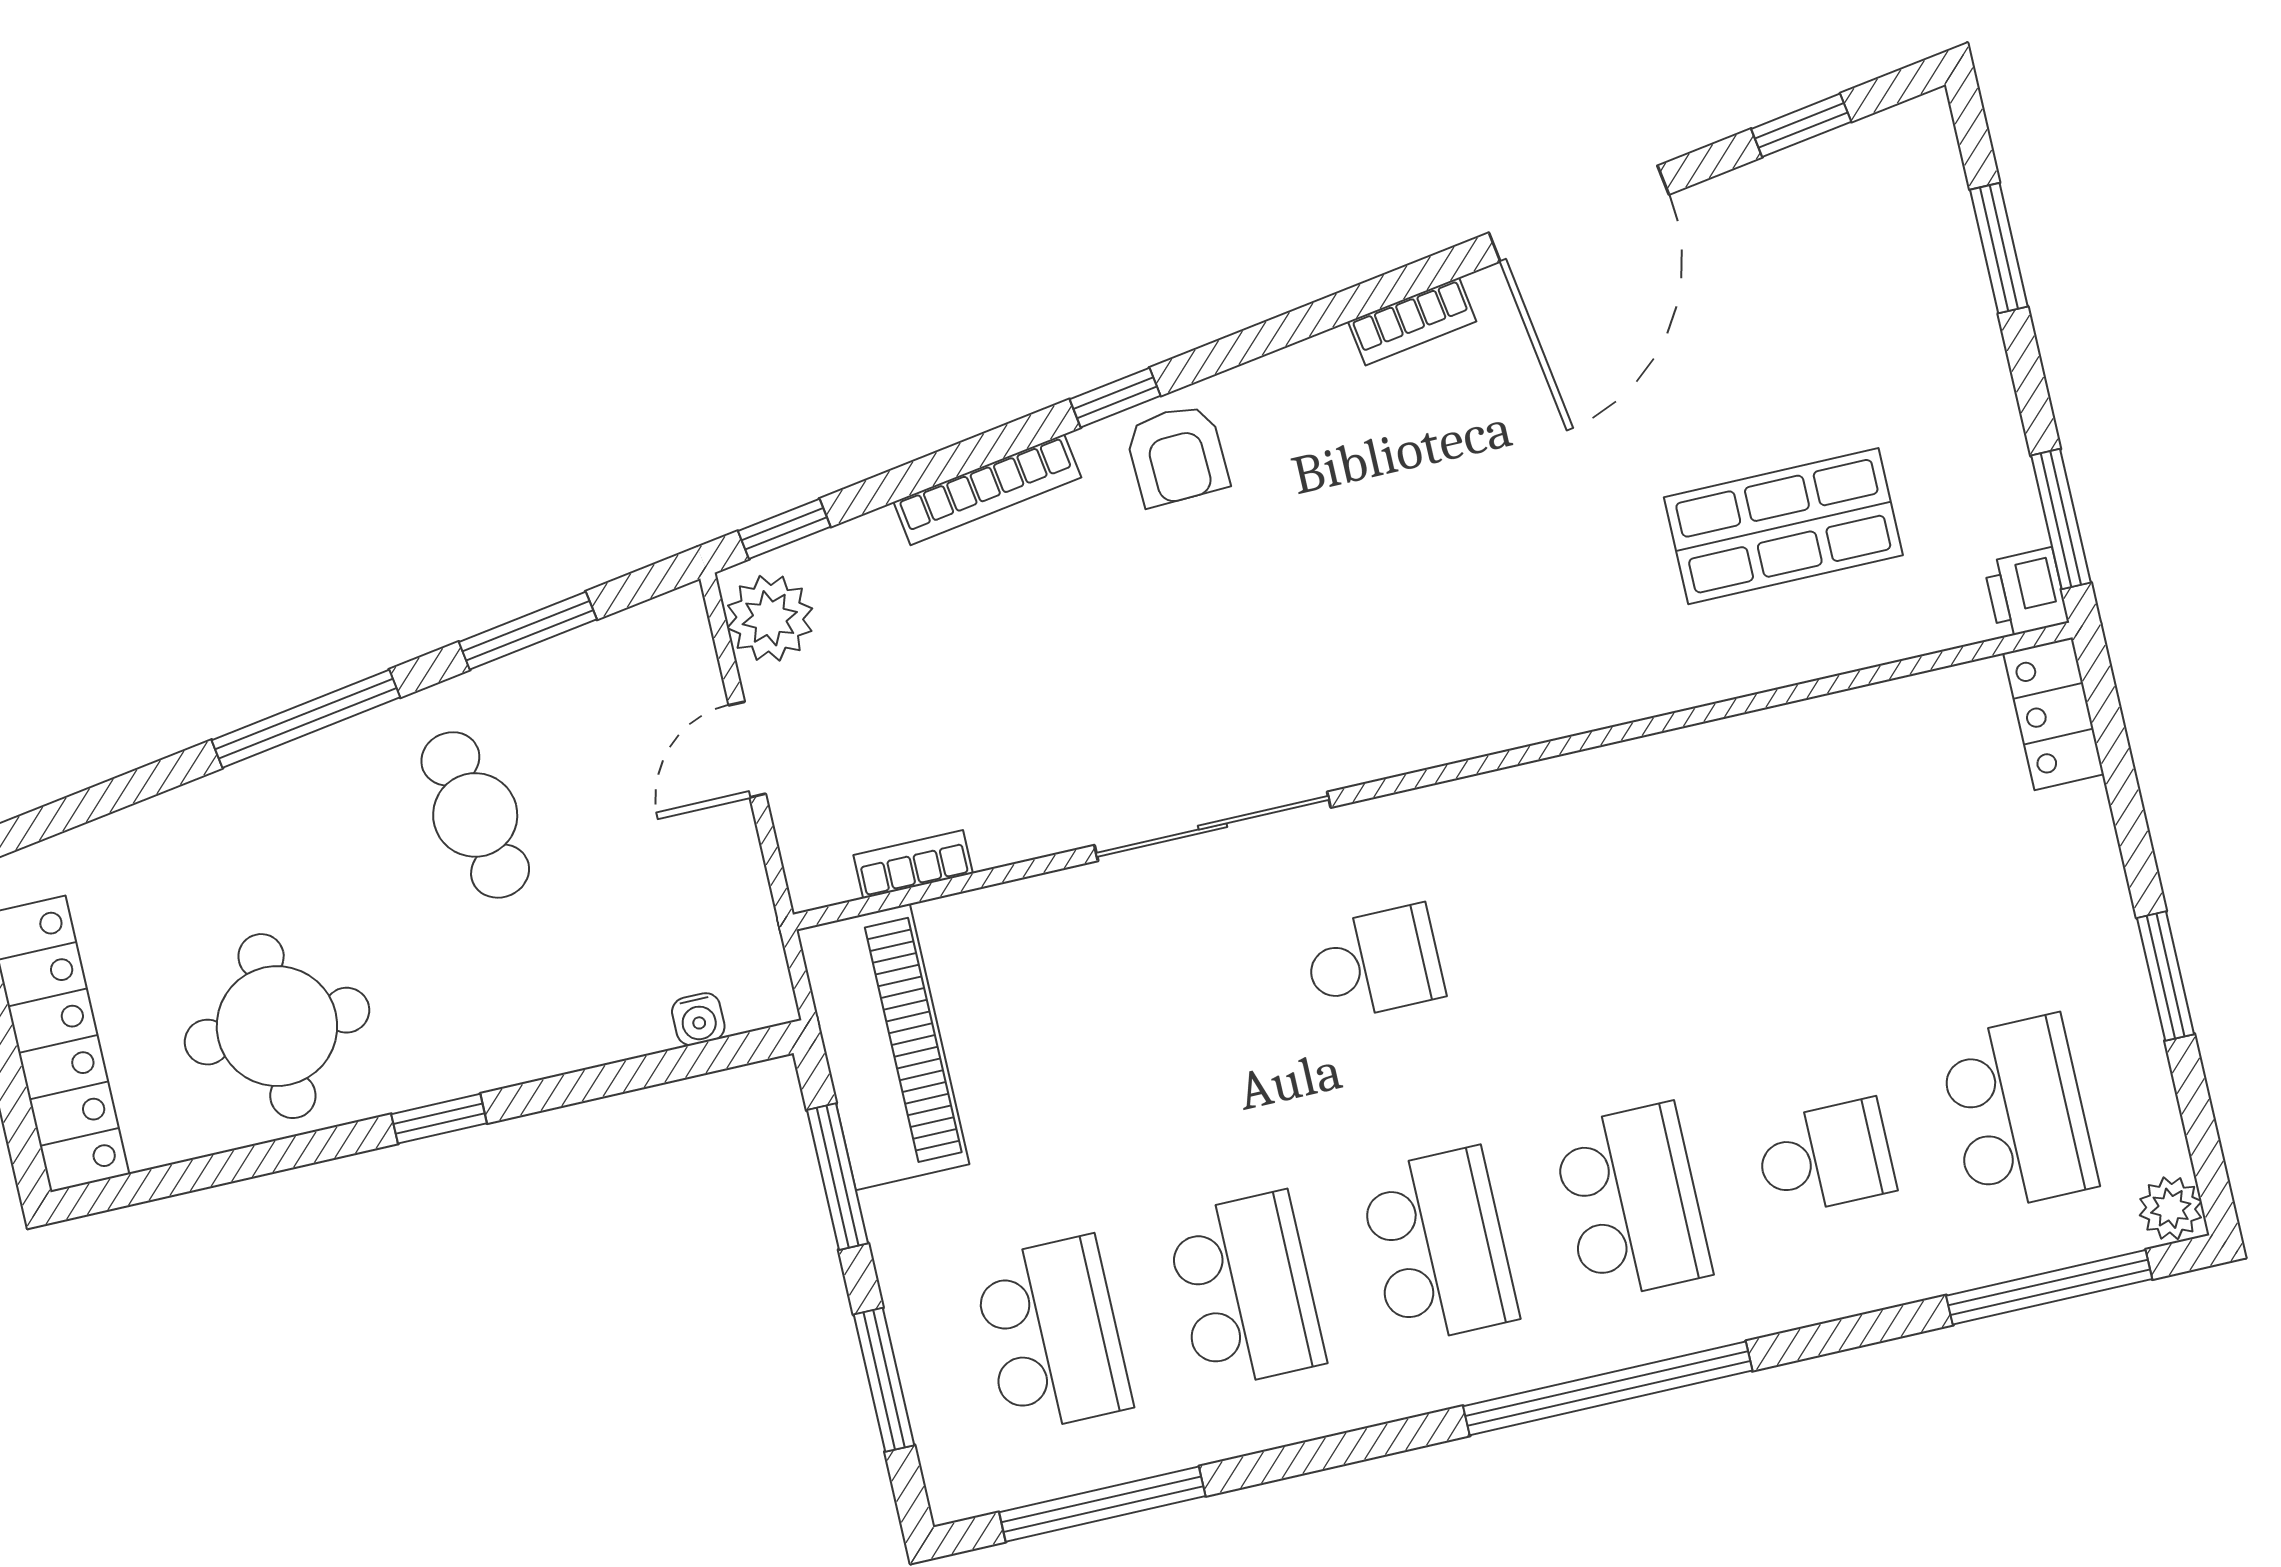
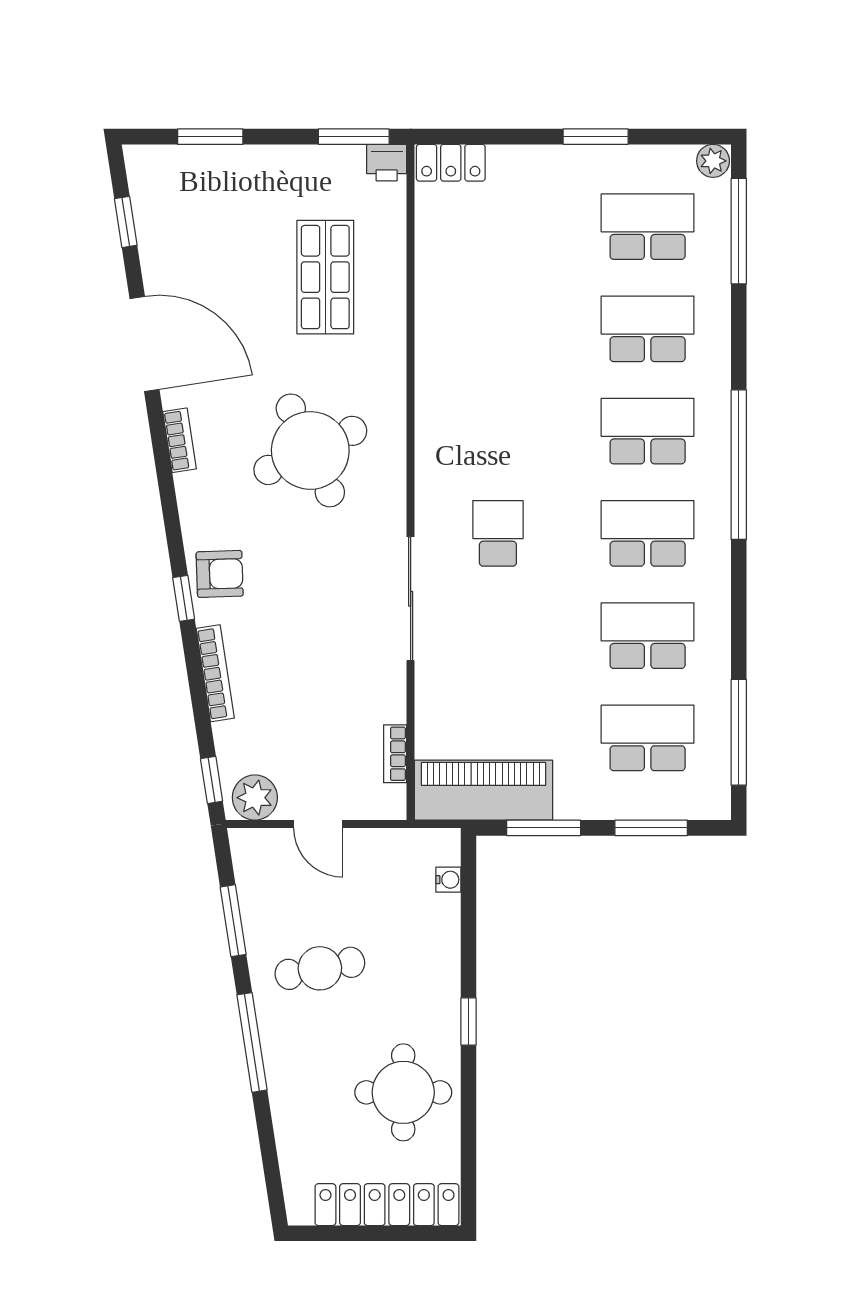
round table: (1449, 573) -> (310, 450), added
school desk: (1825, 1157) -> (648, 329), width x1.85

